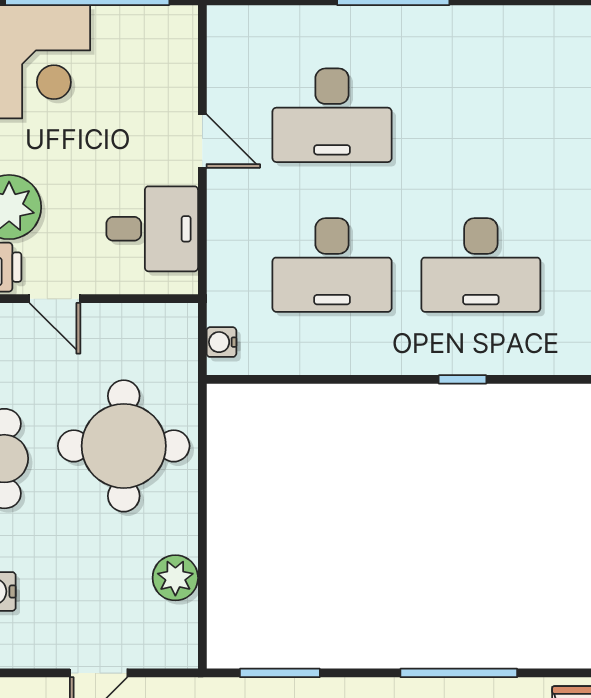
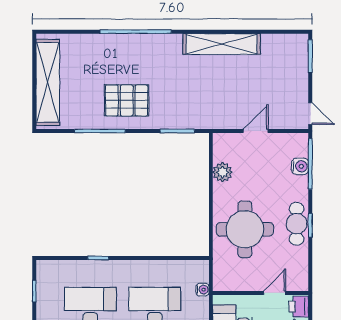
door: (55, 299) -> (275, 293), hinge flipped
water cooler: (221, 342) -> (203, 290), moved

